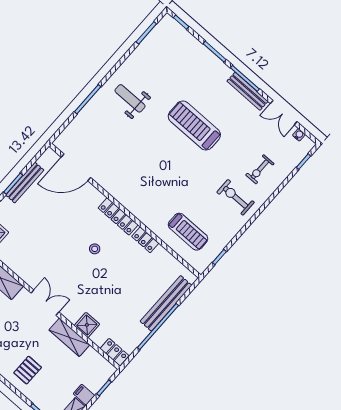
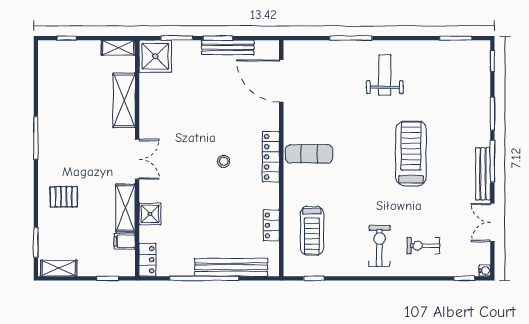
water cooler: (299, 135) -> (485, 271), moved
exercise mat: (138, 191) -> (309, 154), added
locker: (145, 240) -> (271, 225), moved
filing cabinet: (84, 395) -> (125, 241), moved, turned -90

